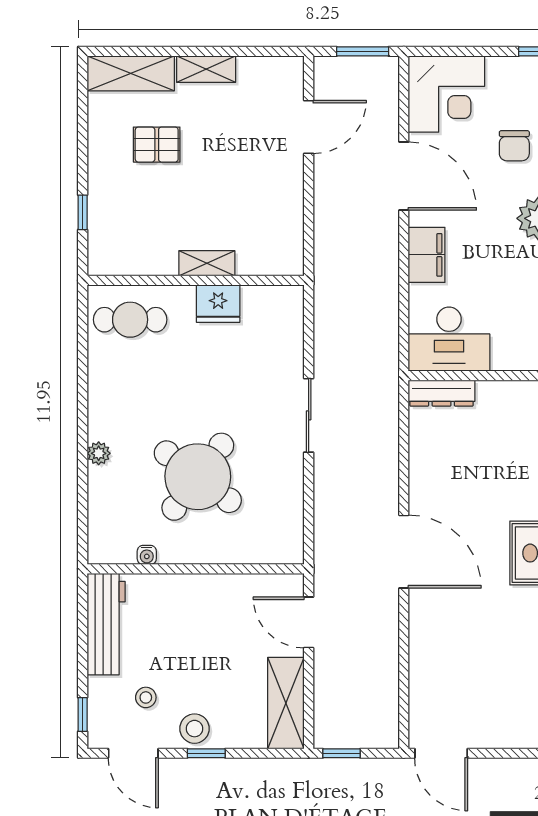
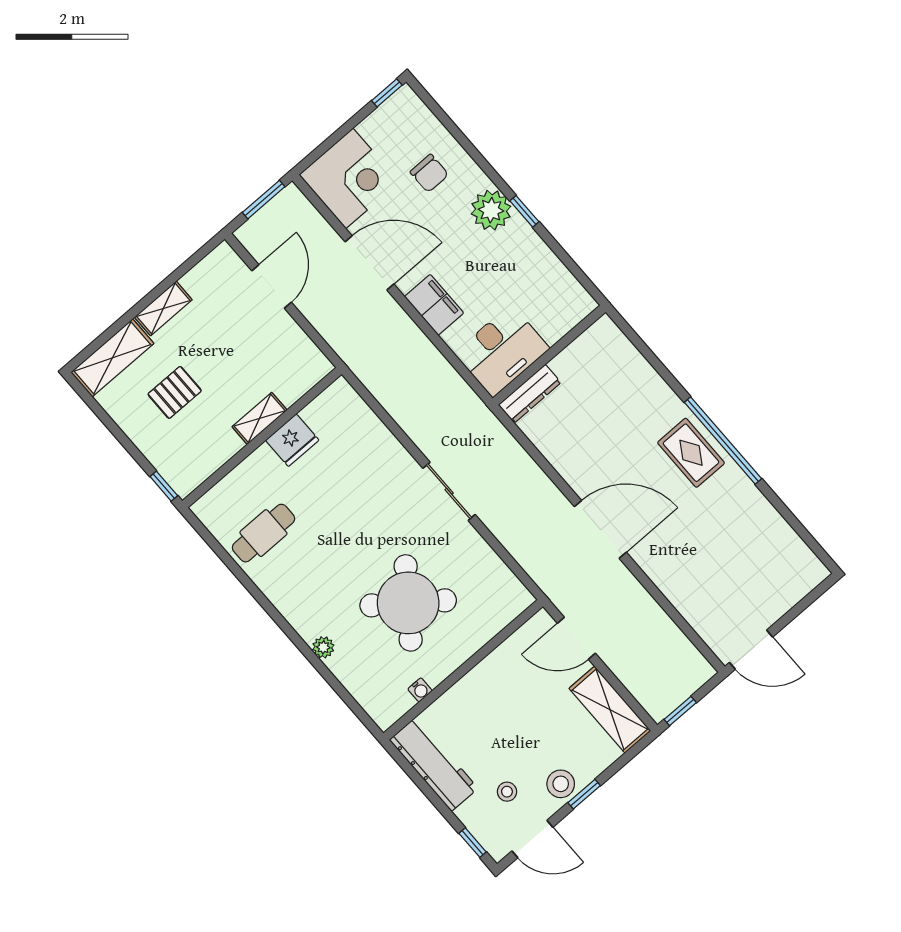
shelving: (207, 263) -> (260, 418), moved
wall: (196, 280) -> (262, 438), moved
fridge: (218, 304) -> (292, 440), moved

